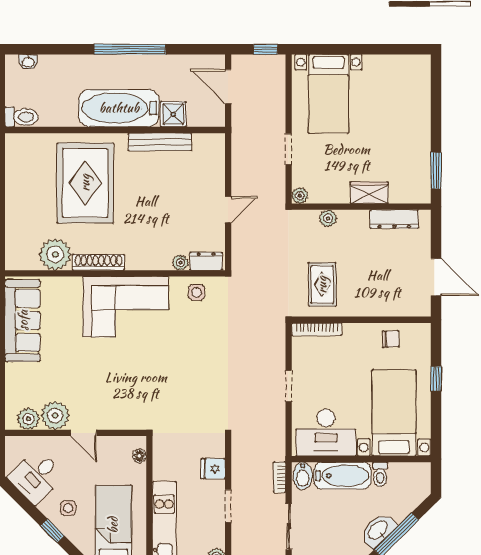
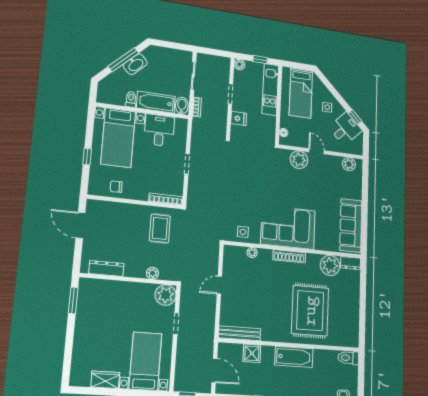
bathtub: (119, 108) -> (294, 357), width x0.73, depth x0.73
bench: (160, 142) -> (240, 333), moved
wardrobe: (369, 193) -> (105, 380), moved, turned 180
plant: (300, 196) -> (166, 295), width x1.88, depth x1.88
dresser: (206, 261) -> (350, 263), moved
shoe rack: (99, 262) -> (289, 256), moved
plant: (55, 416) -> (299, 160), moved
desk: (326, 433) -> (159, 130), width x0.73
window: (52, 531) -> (355, 117), moved

